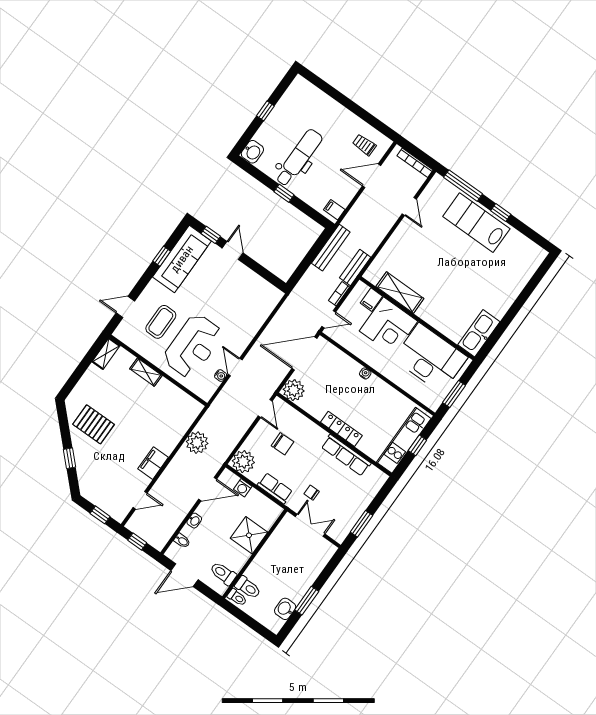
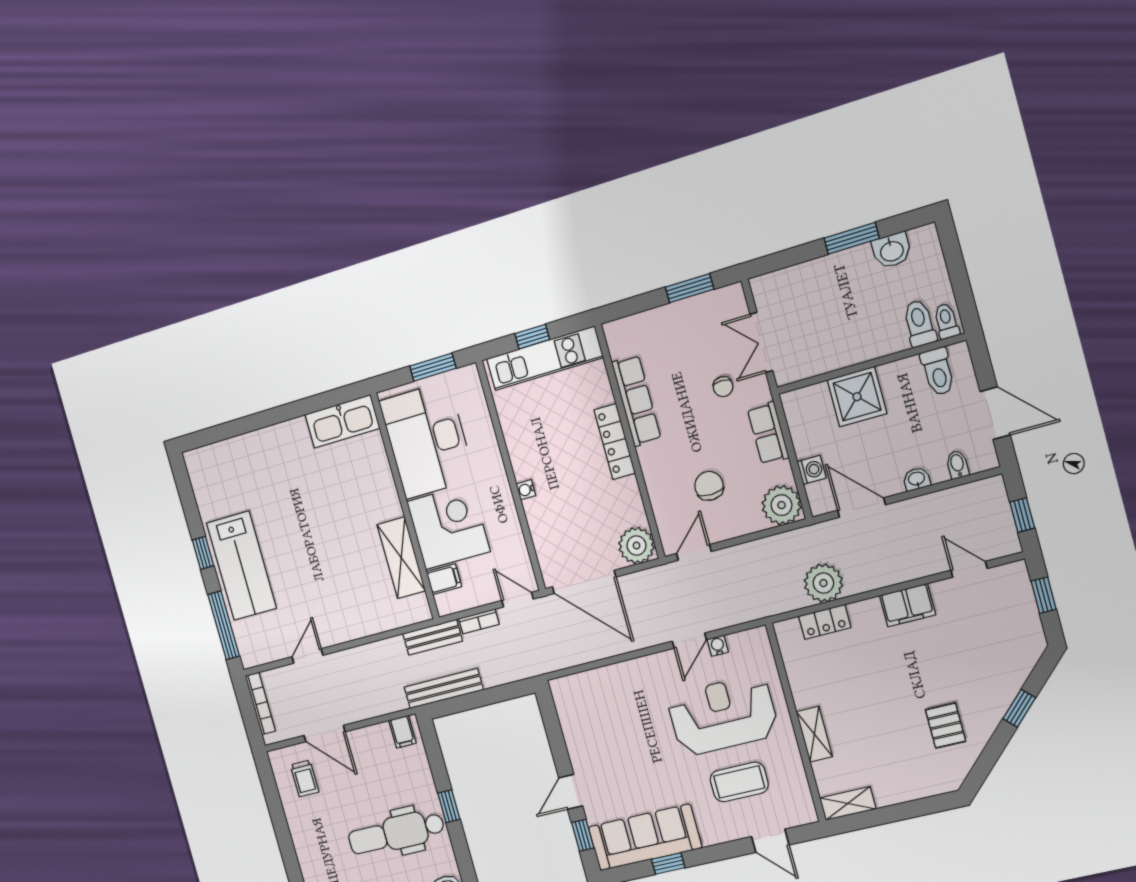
pallet: (94, 424) -> (946, 725), width x0.67, depth x0.71
locker: (182, 426) -> (825, 622), added

